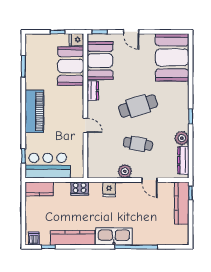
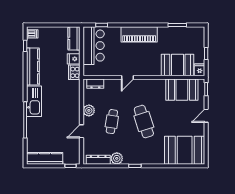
dresser: (93, 91) -> (95, 84), moved
fridge: (109, 189) -> (74, 59), moved
kitchen counter: (182, 203) -> (45, 158), moved

